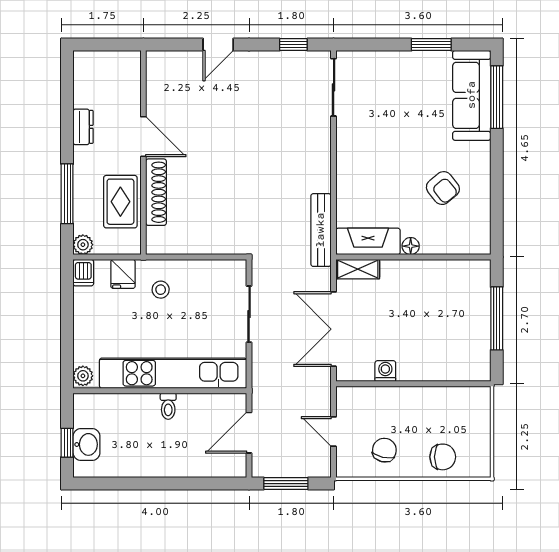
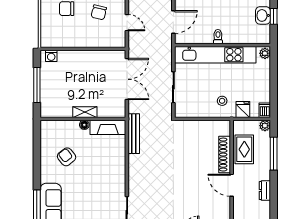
shelving: (358, 269) -> (85, 112), moved
washing machine: (385, 371) -> (51, 56), moved

